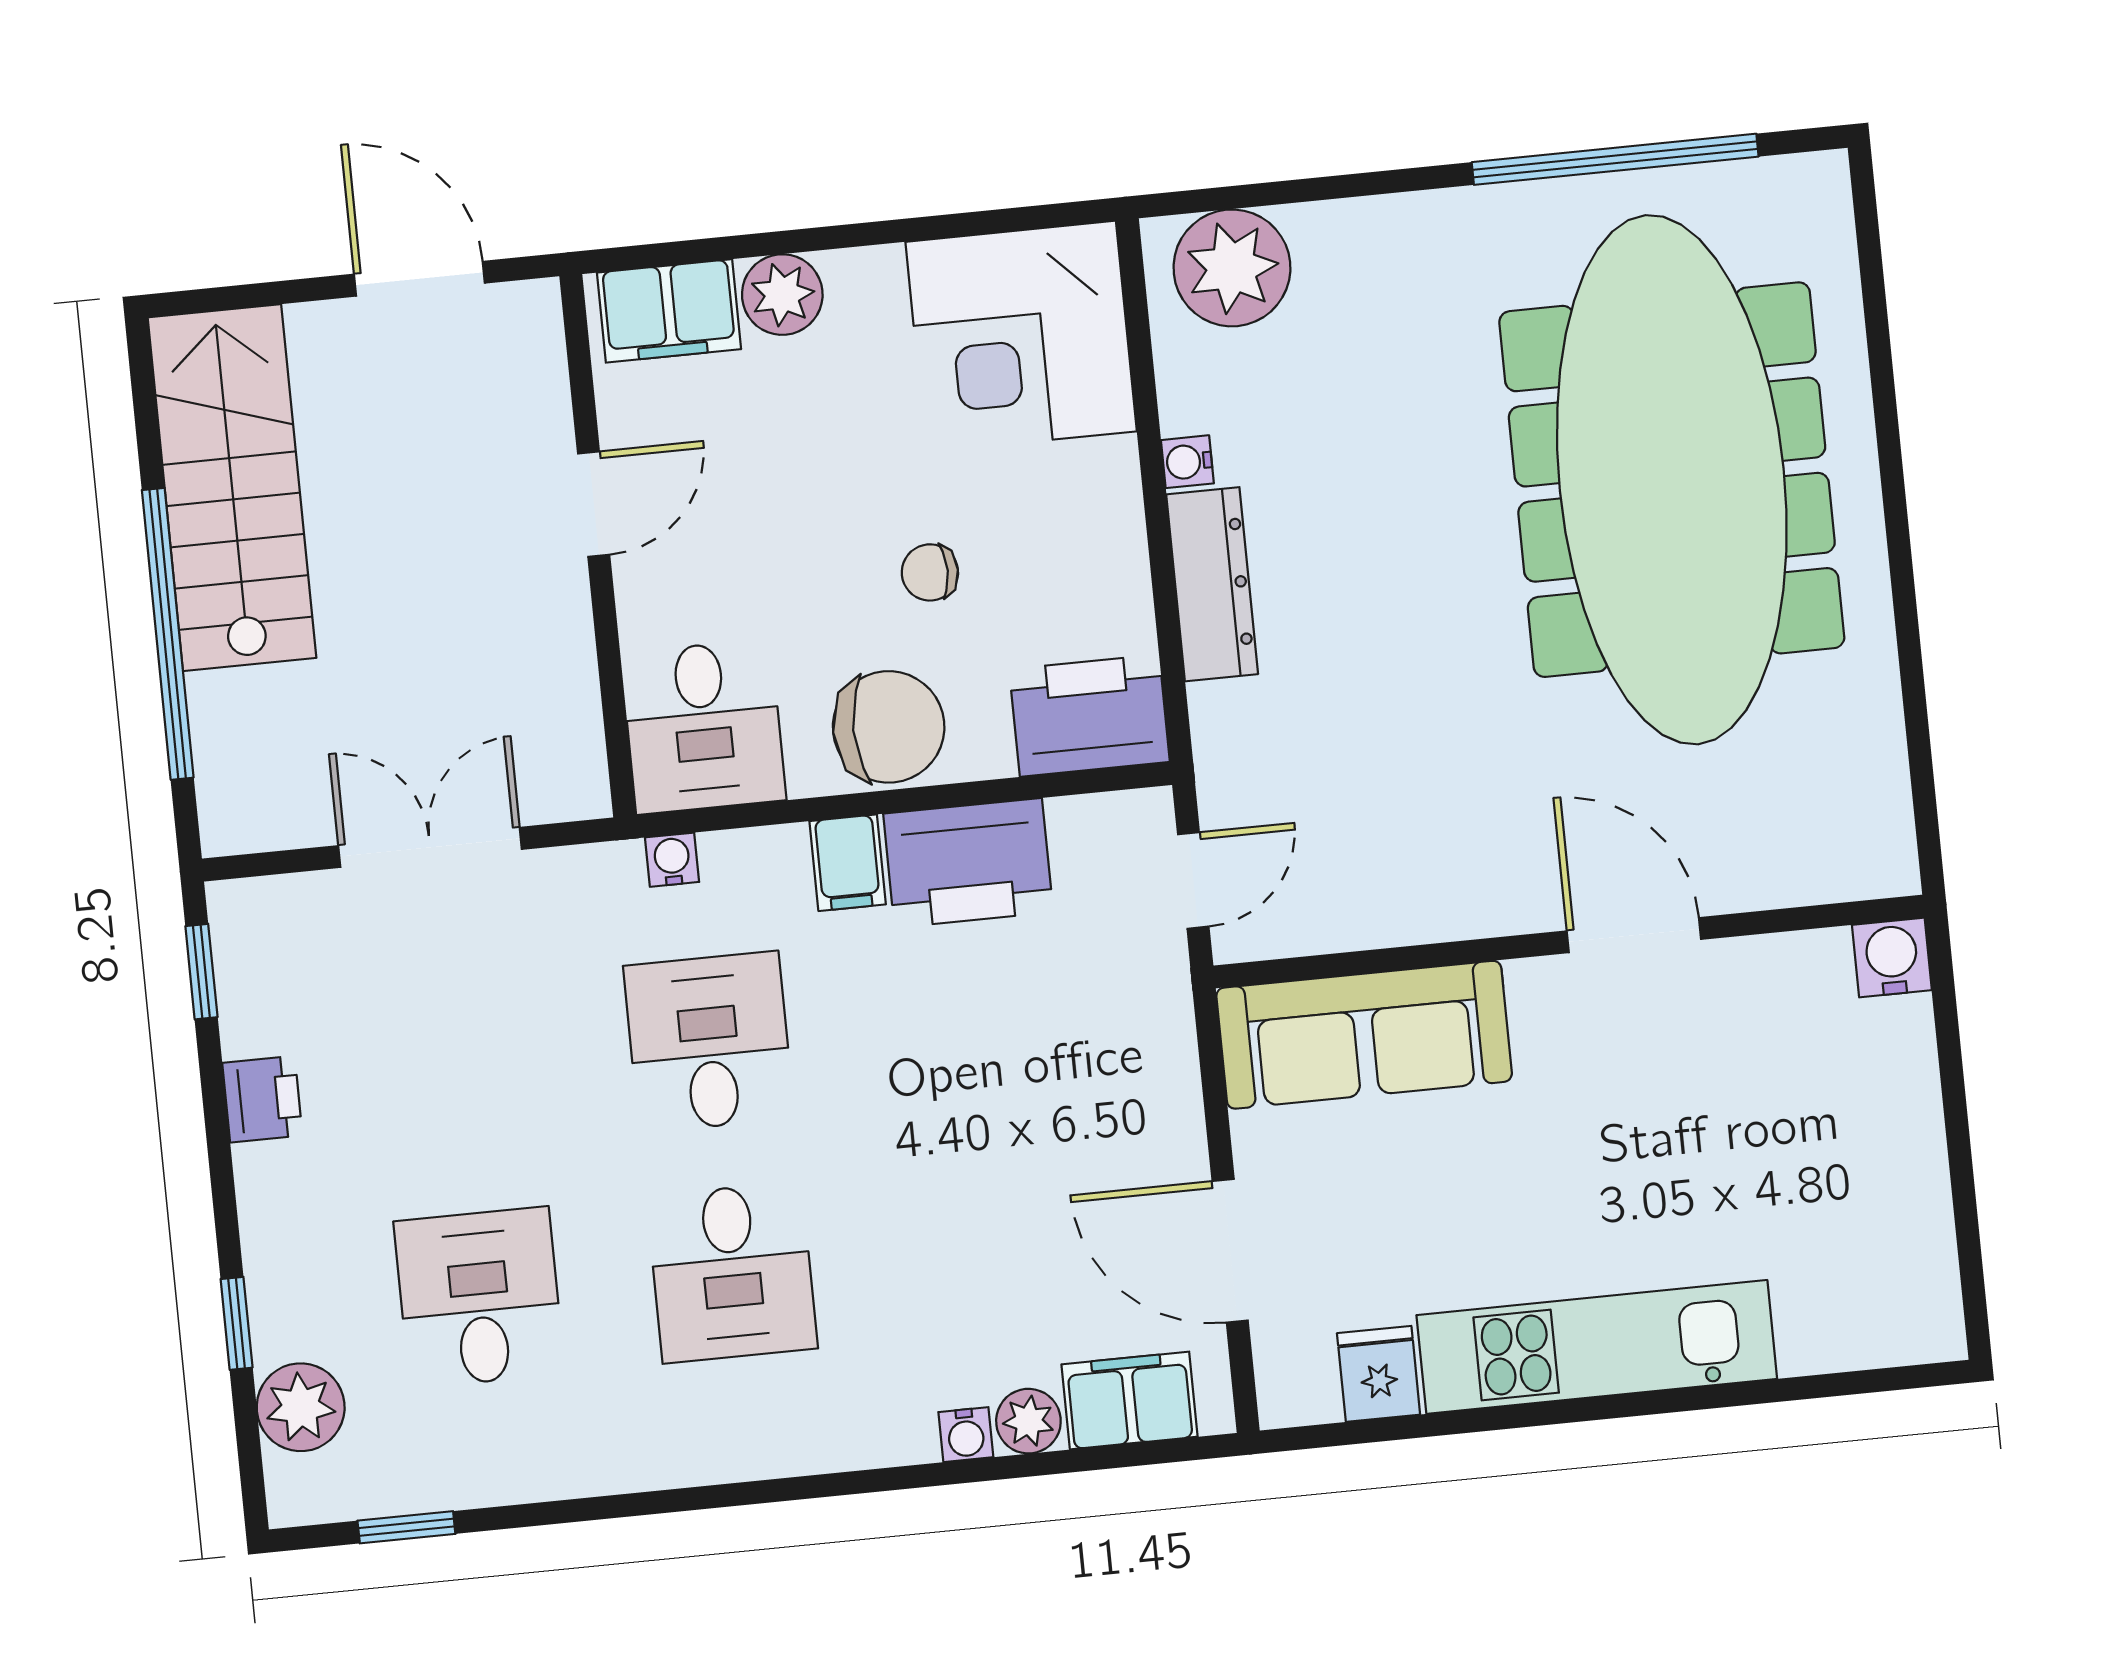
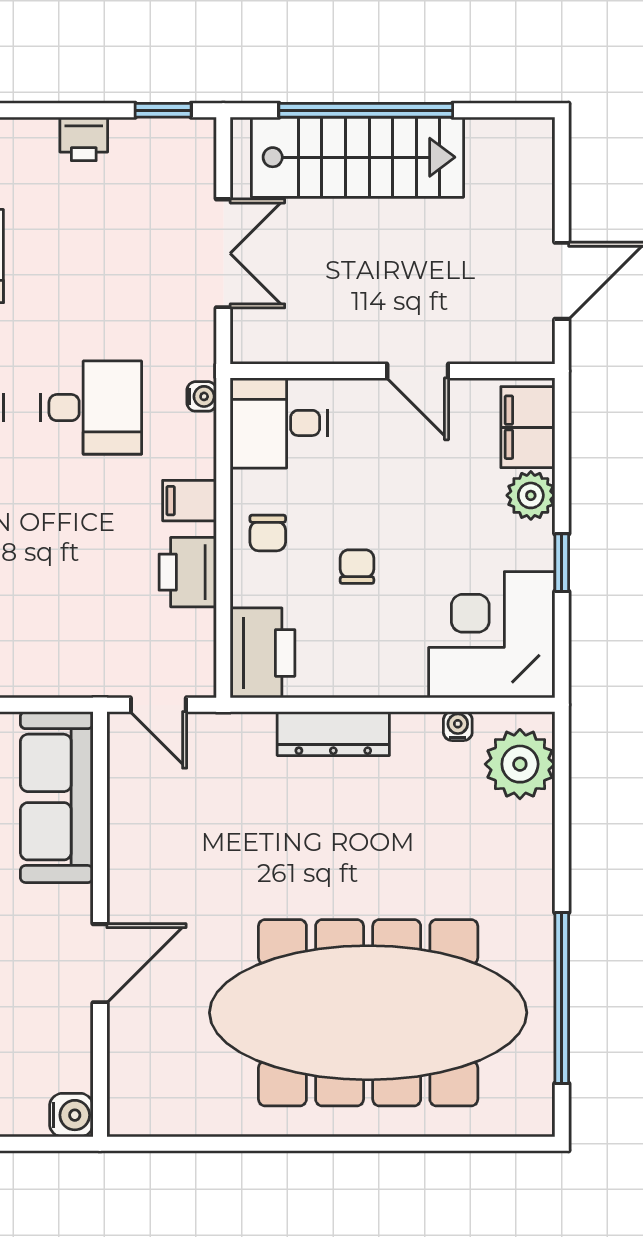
window: (889, 232) -> (562, 563), added
water cooler: (1187, 462) -> (458, 726), moved
stairs: (232, 488) -> (358, 157), moved
chair: (889, 727) -> (268, 533), width x0.54, depth x0.54
printer: (968, 863) -> (188, 572), width x0.73, depth x0.84

